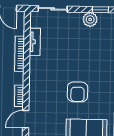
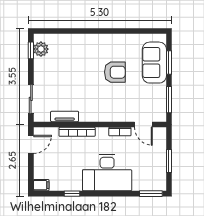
plant: (90, 19) -> (41, 49), moved

